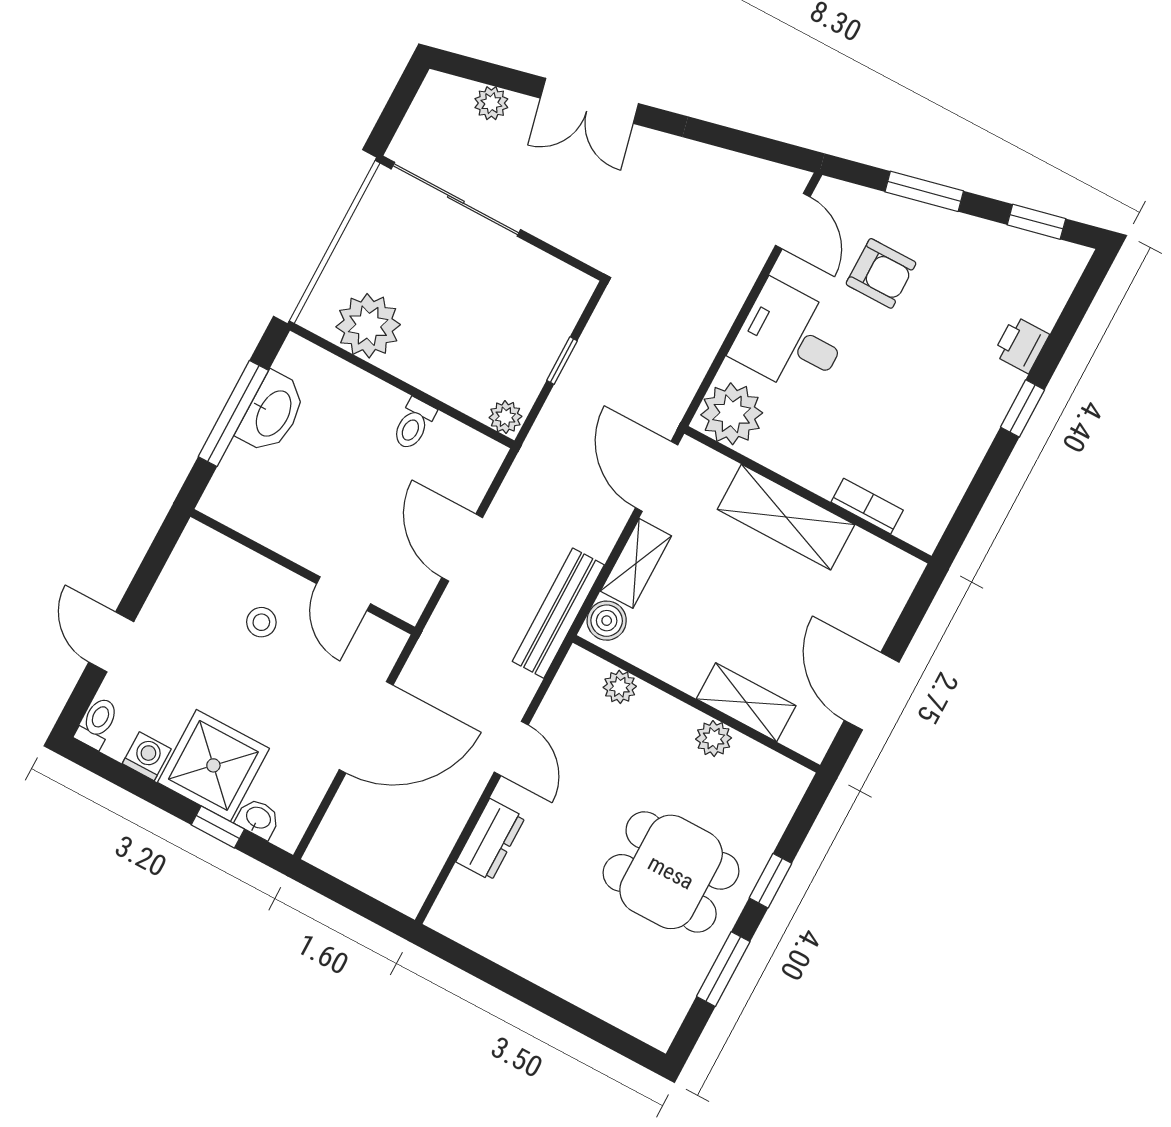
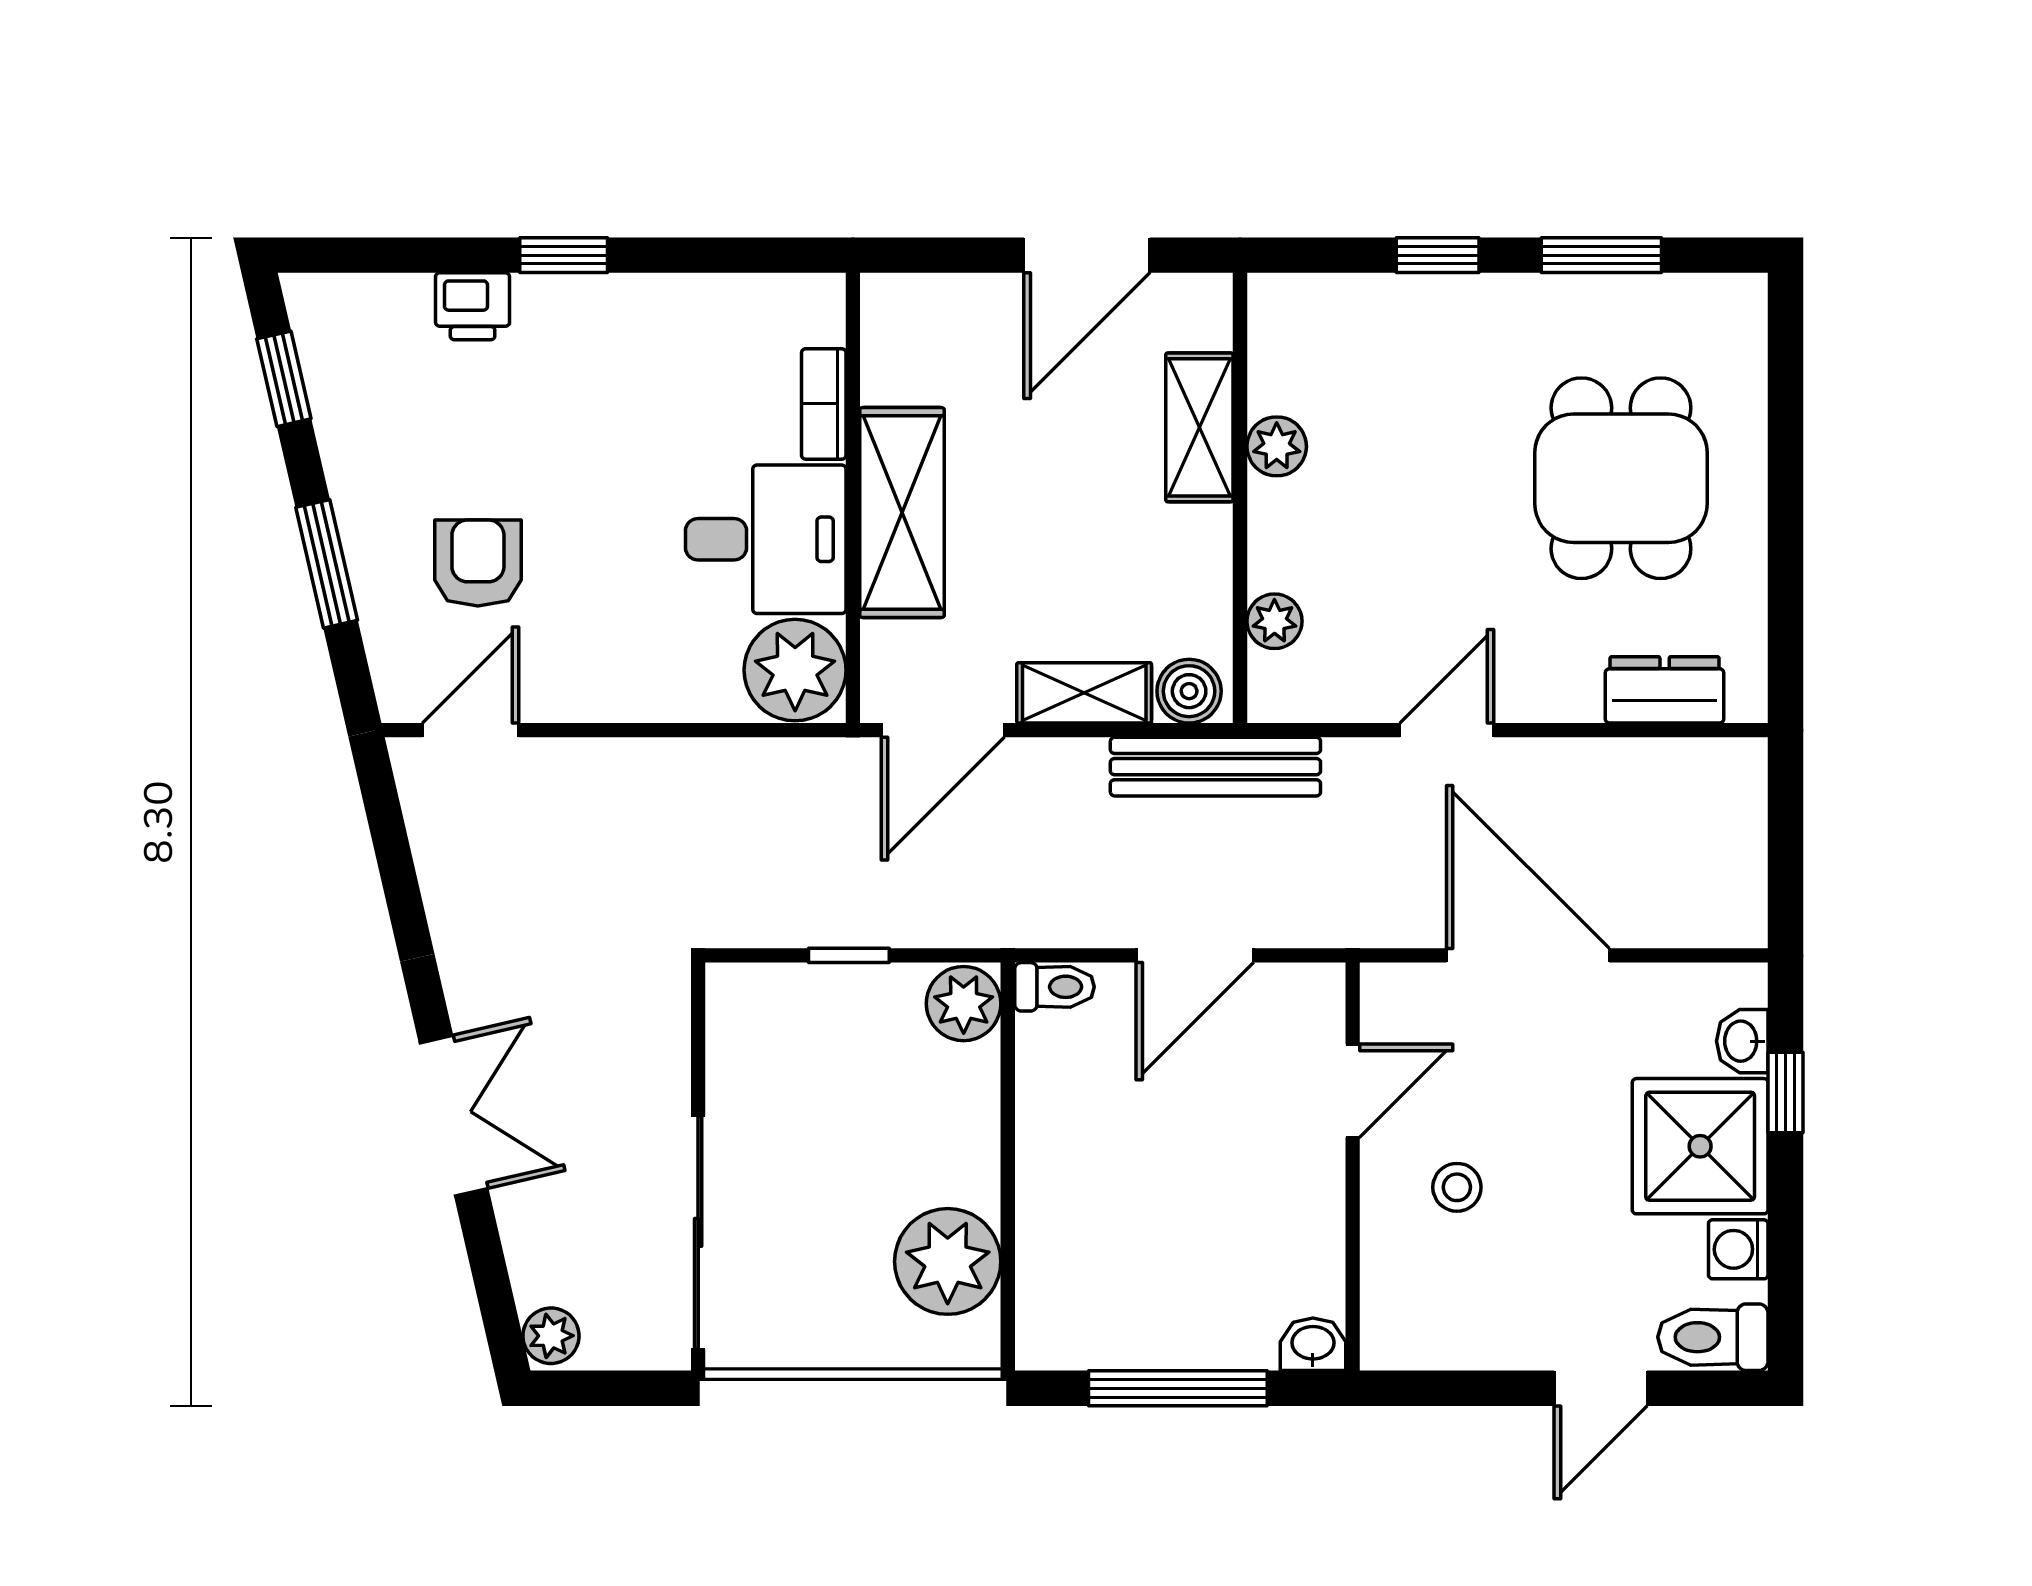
plant: (491, 103) -> (551, 1336), moved
desk: (791, 338) -> (766, 539), moved, turned -90
washbasin: (272, 413) -> (1313, 1344), moved, width x0.52, depth x0.69
plant: (505, 417) -> (964, 1004), width x1.38, depth x1.38
toilet: (414, 424) -> (1054, 987), moved
toilet: (97, 723) -> (1713, 1337), width x1.37, depth x1.39
dresser: (491, 840) -> (1665, 690), moved
dining table: (671, 872) -> (1621, 478), moved

